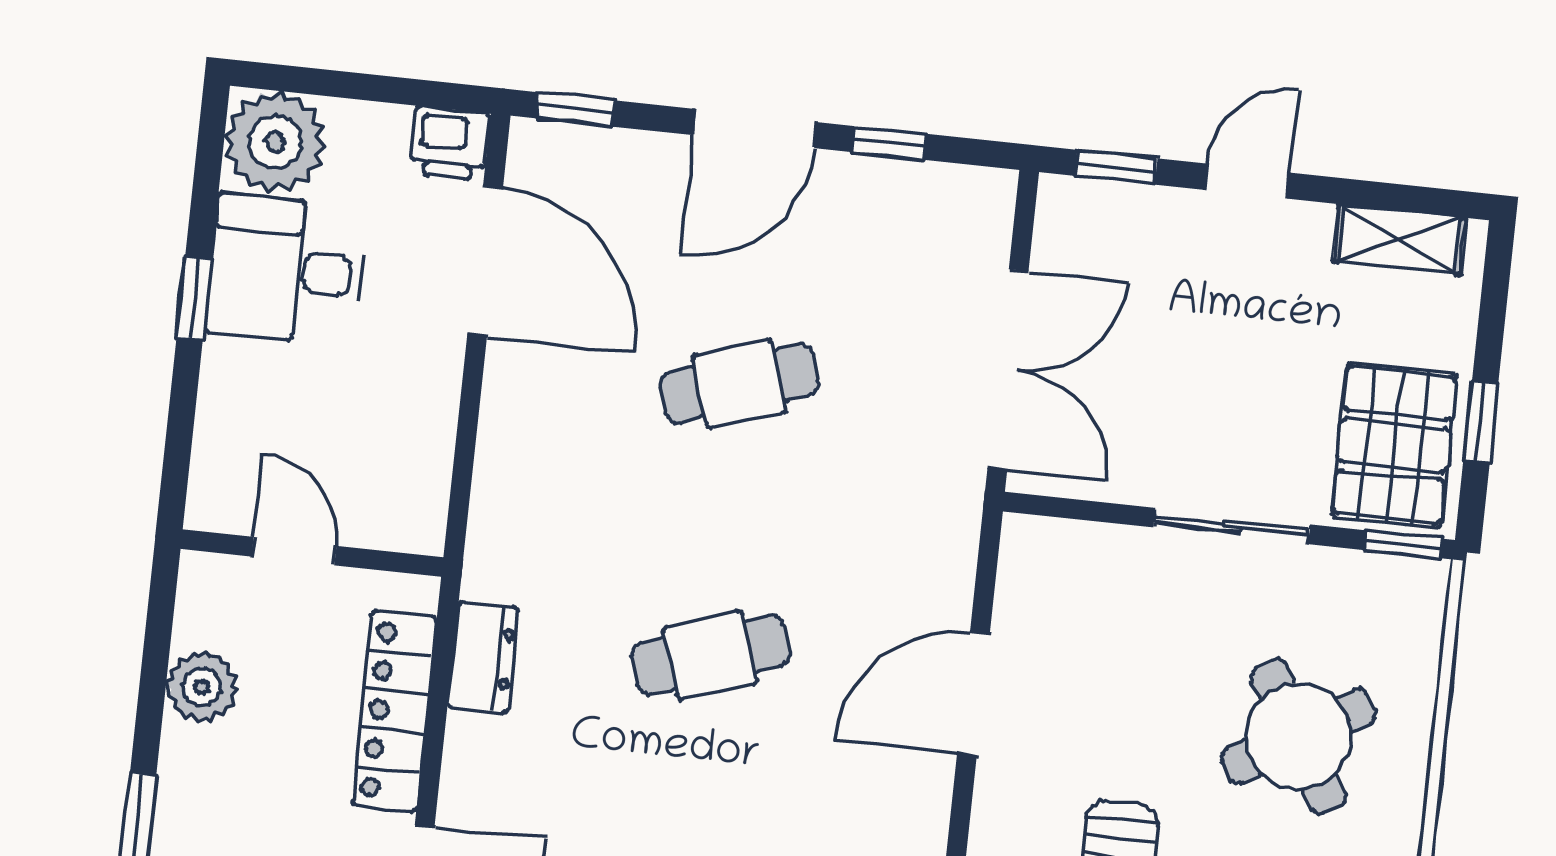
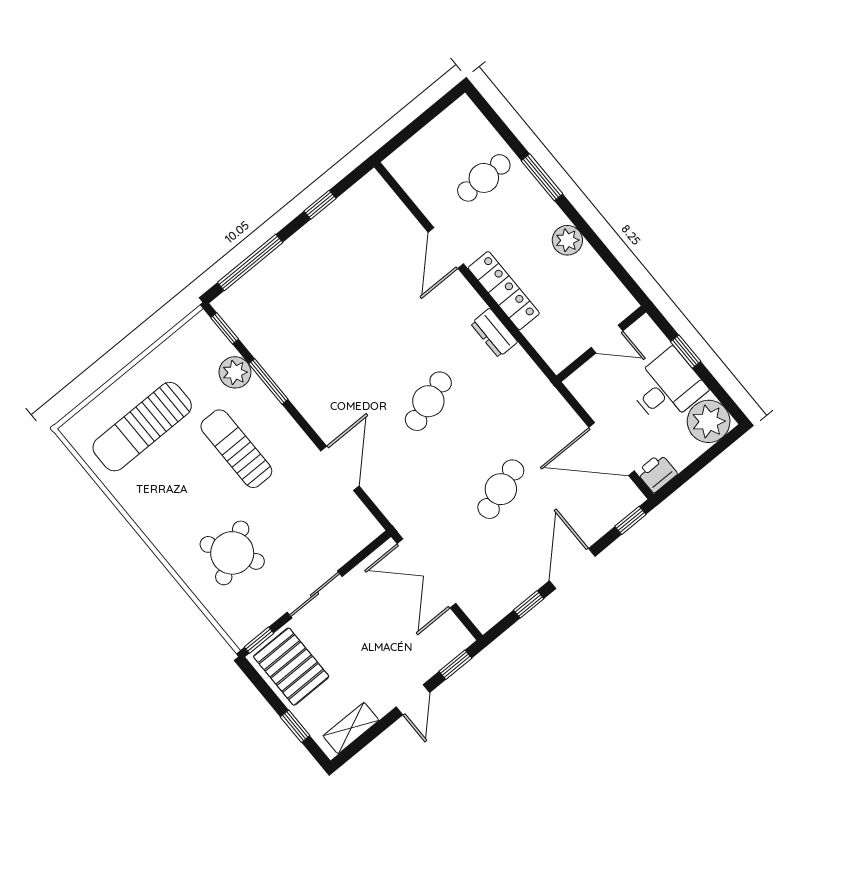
window: (1481, 422) -> (295, 726), moved
door: (294, 551) -> (607, 339), moved
wall: (312, 553) -> (601, 344), moved

